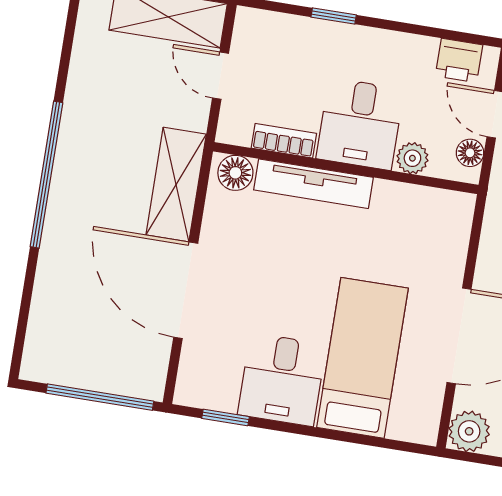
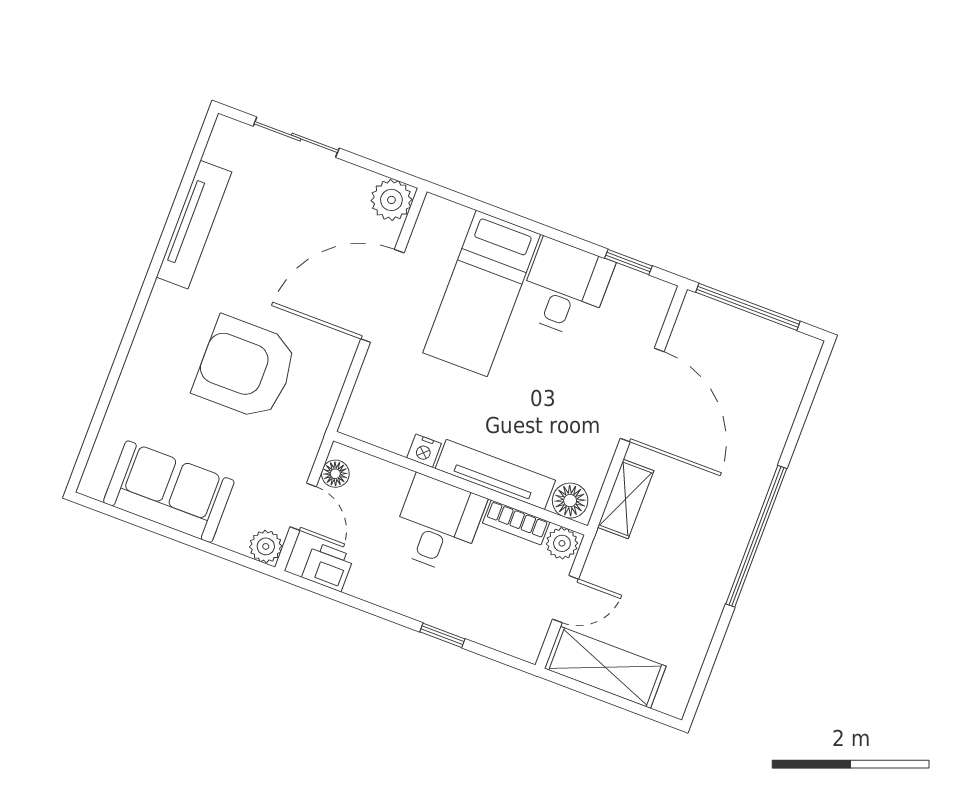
door: (221, 76) -> (565, 599), hinge flipped
plant: (412, 158) -> (562, 543), moved
shelving: (176, 184) -> (626, 499), width x0.67, depth x0.75
nightstand: (388, 193) -> (424, 451), added

